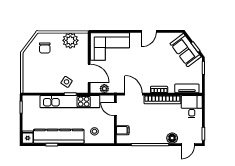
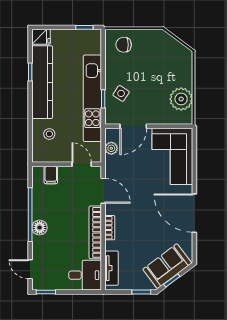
door: (149, 31) -> (194, 213), width x1.88
chair: (45, 48) -> (124, 45), moved
door: (134, 94) -> (103, 191), hinge flipped
door: (115, 109) -> (82, 164), hinge flipped
floor lamp: (172, 138) -> (40, 228), moved

